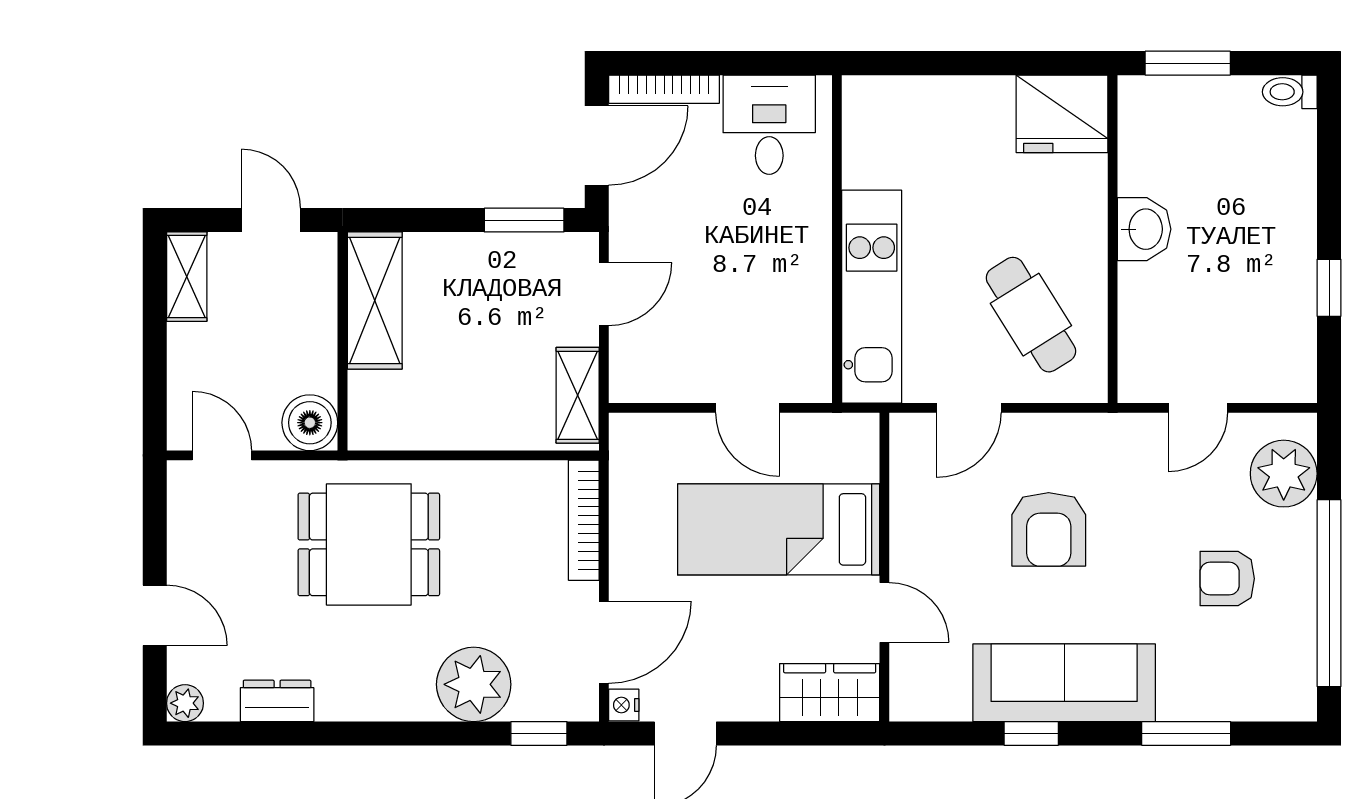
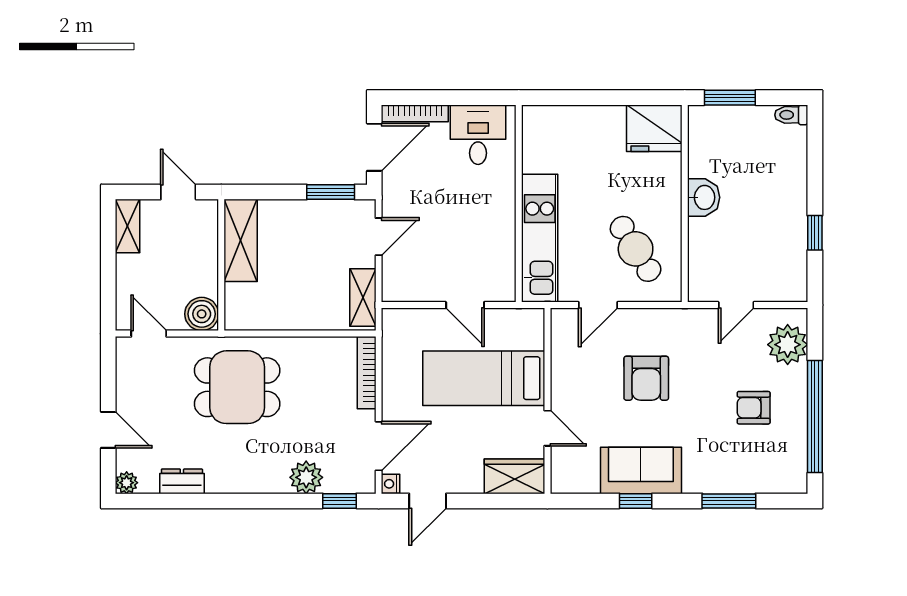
sofa: (1064, 683) -> (641, 470), width x0.73
plant: (474, 684) -> (306, 477), width x0.73, depth x0.73

